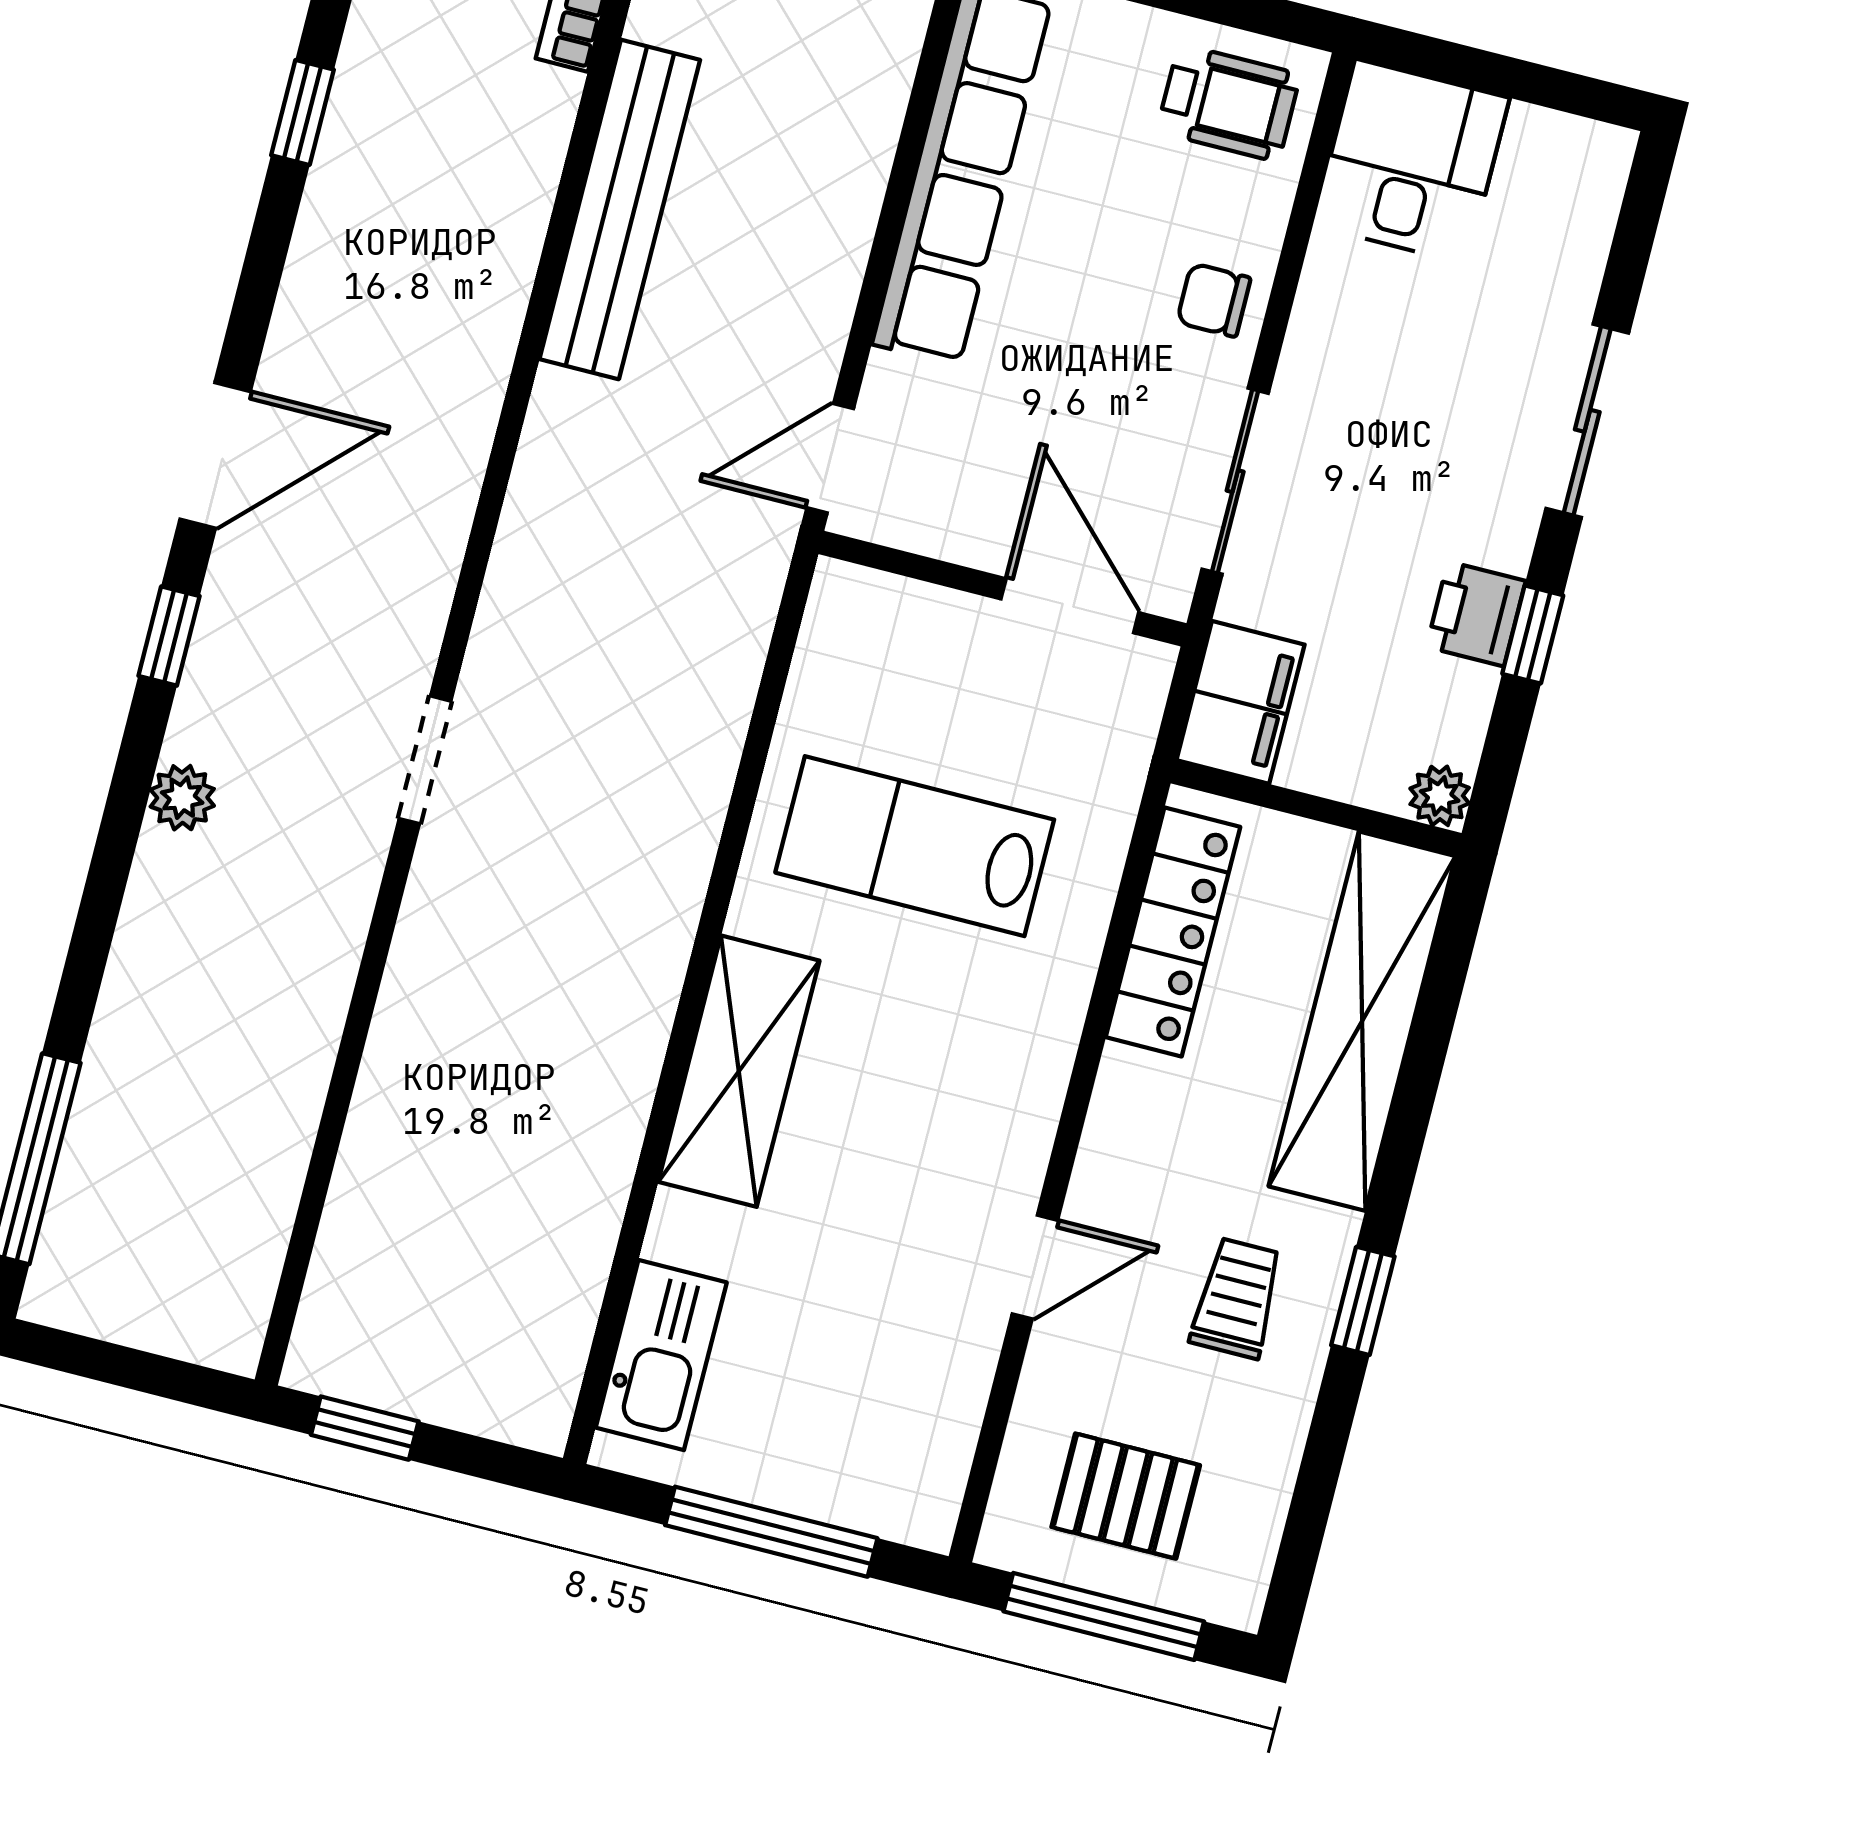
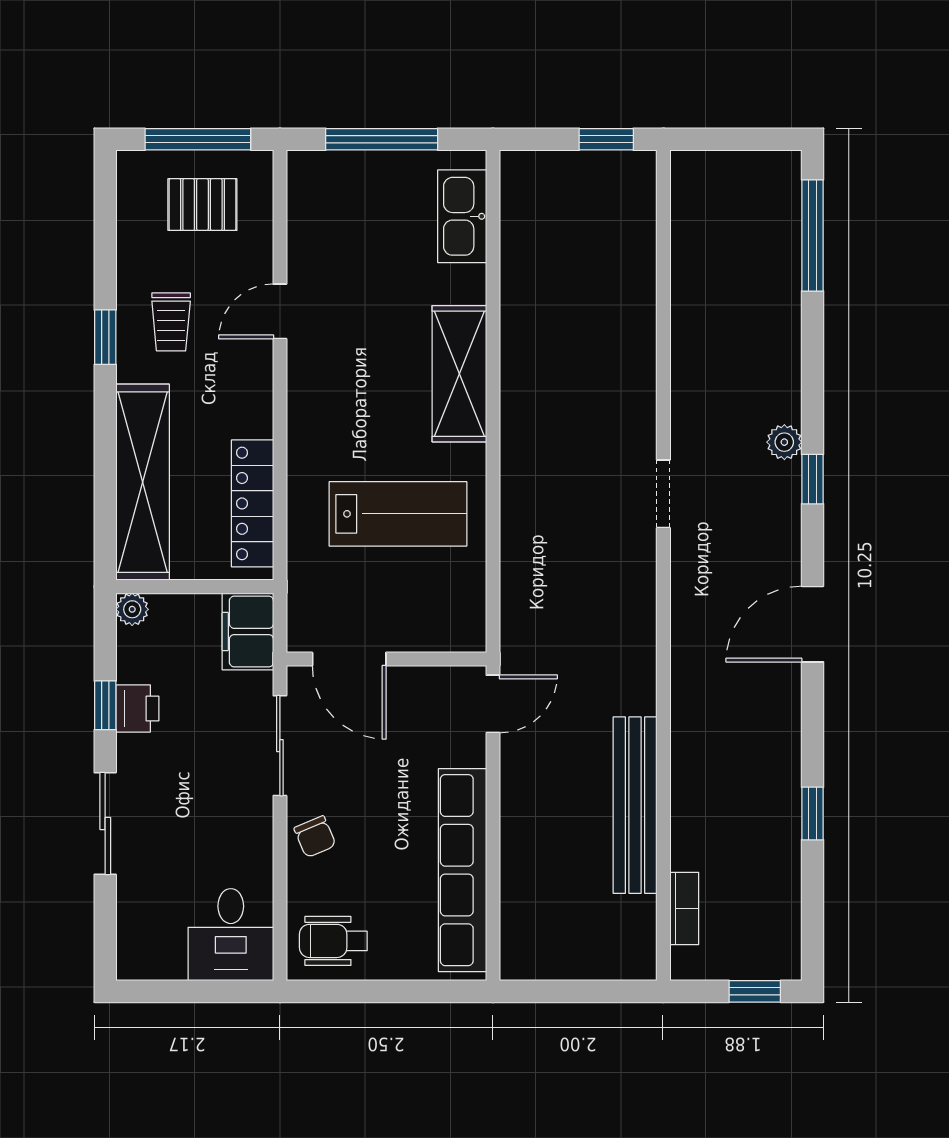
chair: (1214, 300) -> (315, 837), turned 67
window: (169, 636) -> (813, 479), moved

